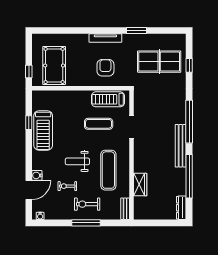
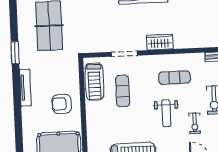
armchair: (105, 68) -> (62, 104), moved
exercise mat: (108, 170) -> (174, 78), width x0.73, depth x0.69
wardrobe: (140, 185) -> (160, 42), moved

